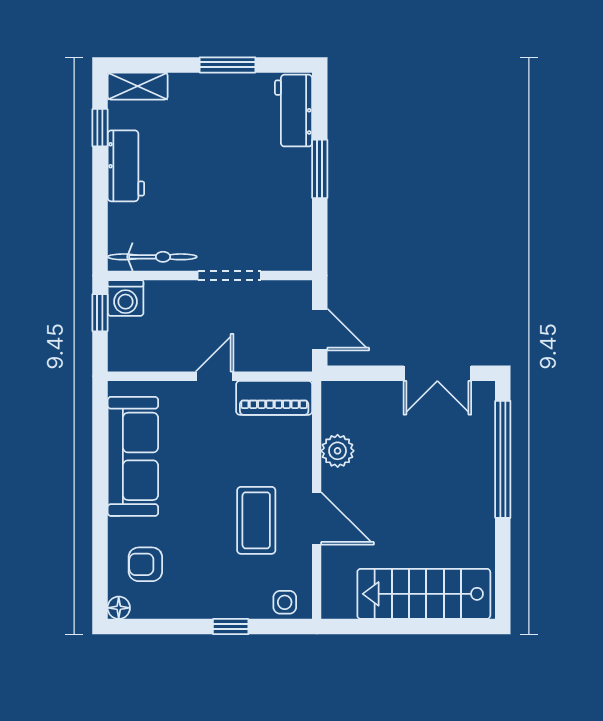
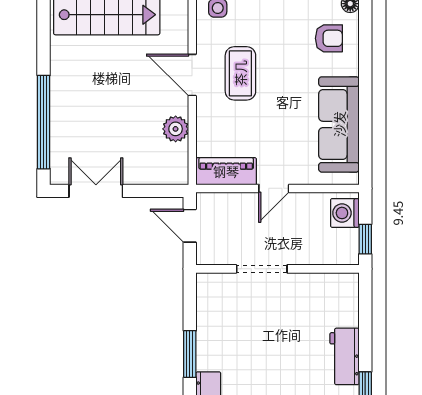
bicycle: (152, 257) -> (323, 284), removed
washing machine: (126, 298) -> (345, 213), moved, turned -90

